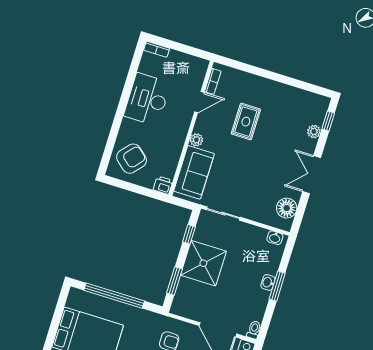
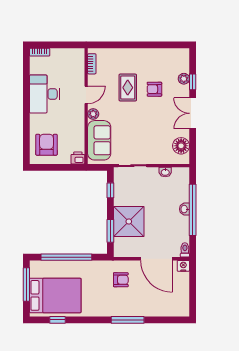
door: (199, 102) -> (86, 95), moved
window: (328, 121) -> (193, 82), moved
armchair: (276, 133) -> (154, 89), added
armchair: (132, 159) -> (47, 145), turned -41
washbasin: (275, 238) -> (165, 172), moved
shower: (203, 263) -> (129, 222), moved
window: (277, 286) -> (193, 210), width x2.11
window: (58, 313) -> (26, 284), added

